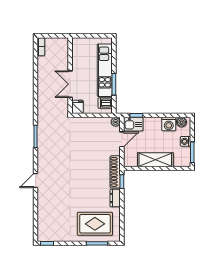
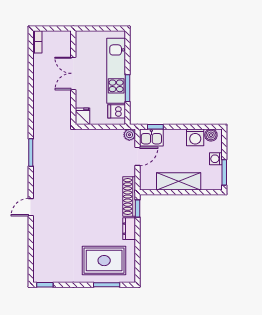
double door: (70, 84) -> (73, 73), moved

